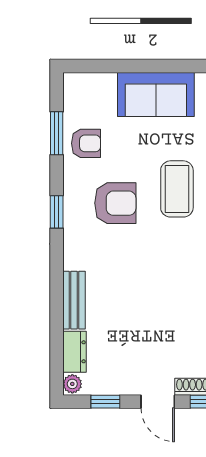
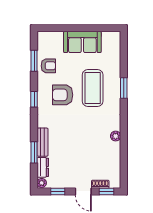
coffee table: (177, 189) -> (93, 88), width x1.36, depth x1.32
armchair: (115, 203) -> (63, 95), turned 180
window: (57, 321) -> (34, 152), added

